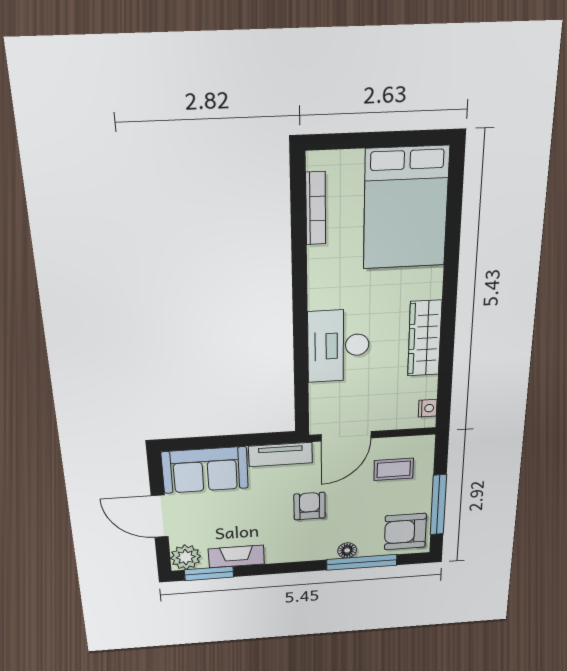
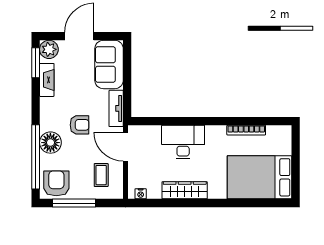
bookcase: (316, 208) -> (246, 130), moved
floor lamp: (347, 550) -> (50, 143), width x1.89, depth x1.89
window: (362, 562) -> (36, 157), width x1.46

